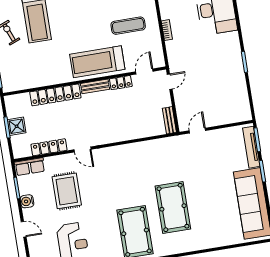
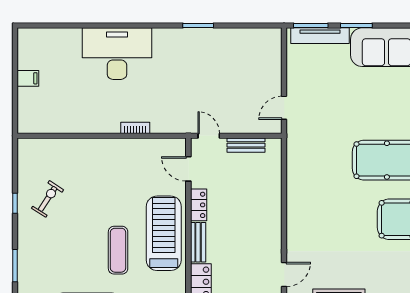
exercise mat: (128, 26) -> (118, 250), moved
treadmill: (97, 62) -> (164, 233), turned 180
bench: (169, 120) -> (246, 145), moved
door: (197, 131) -> (284, 108), hinge flipped

